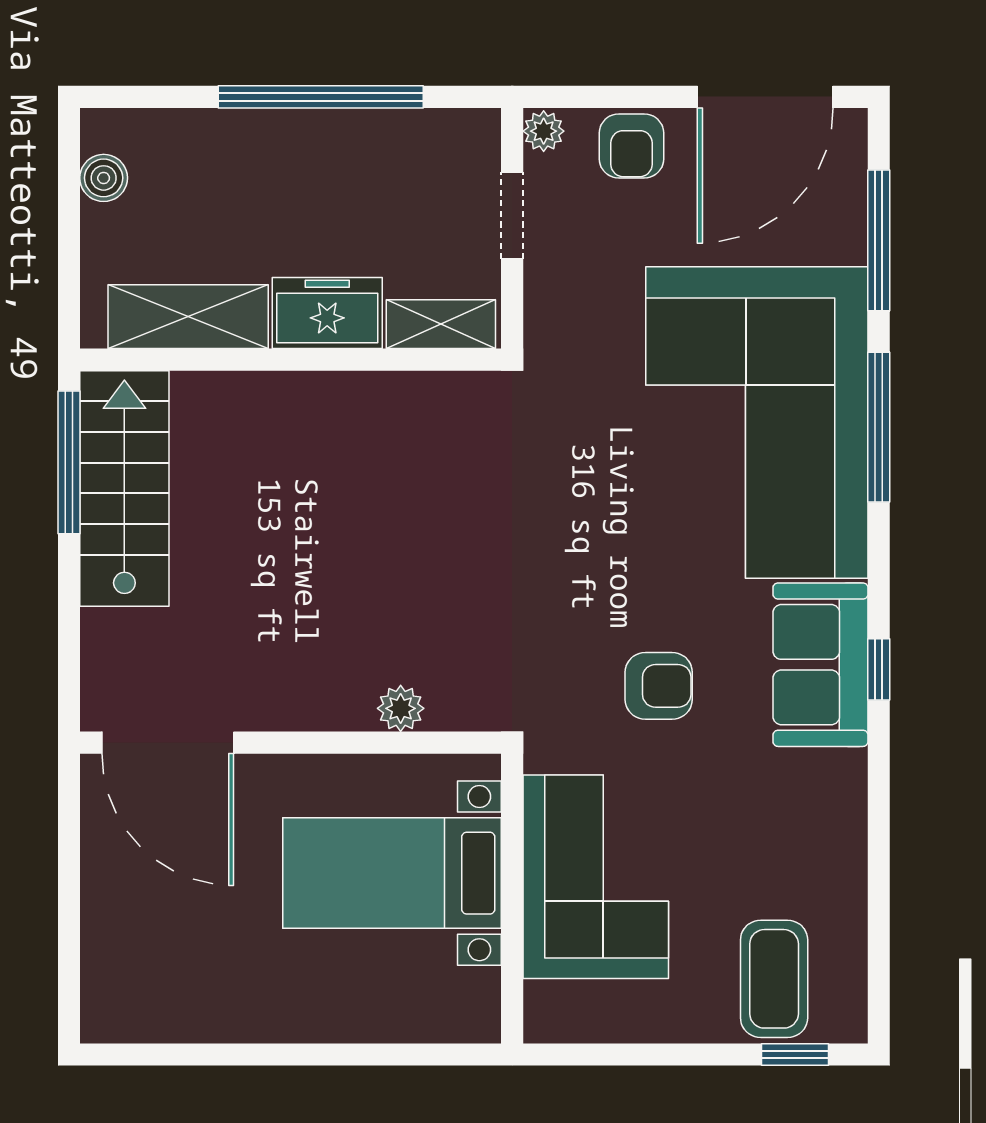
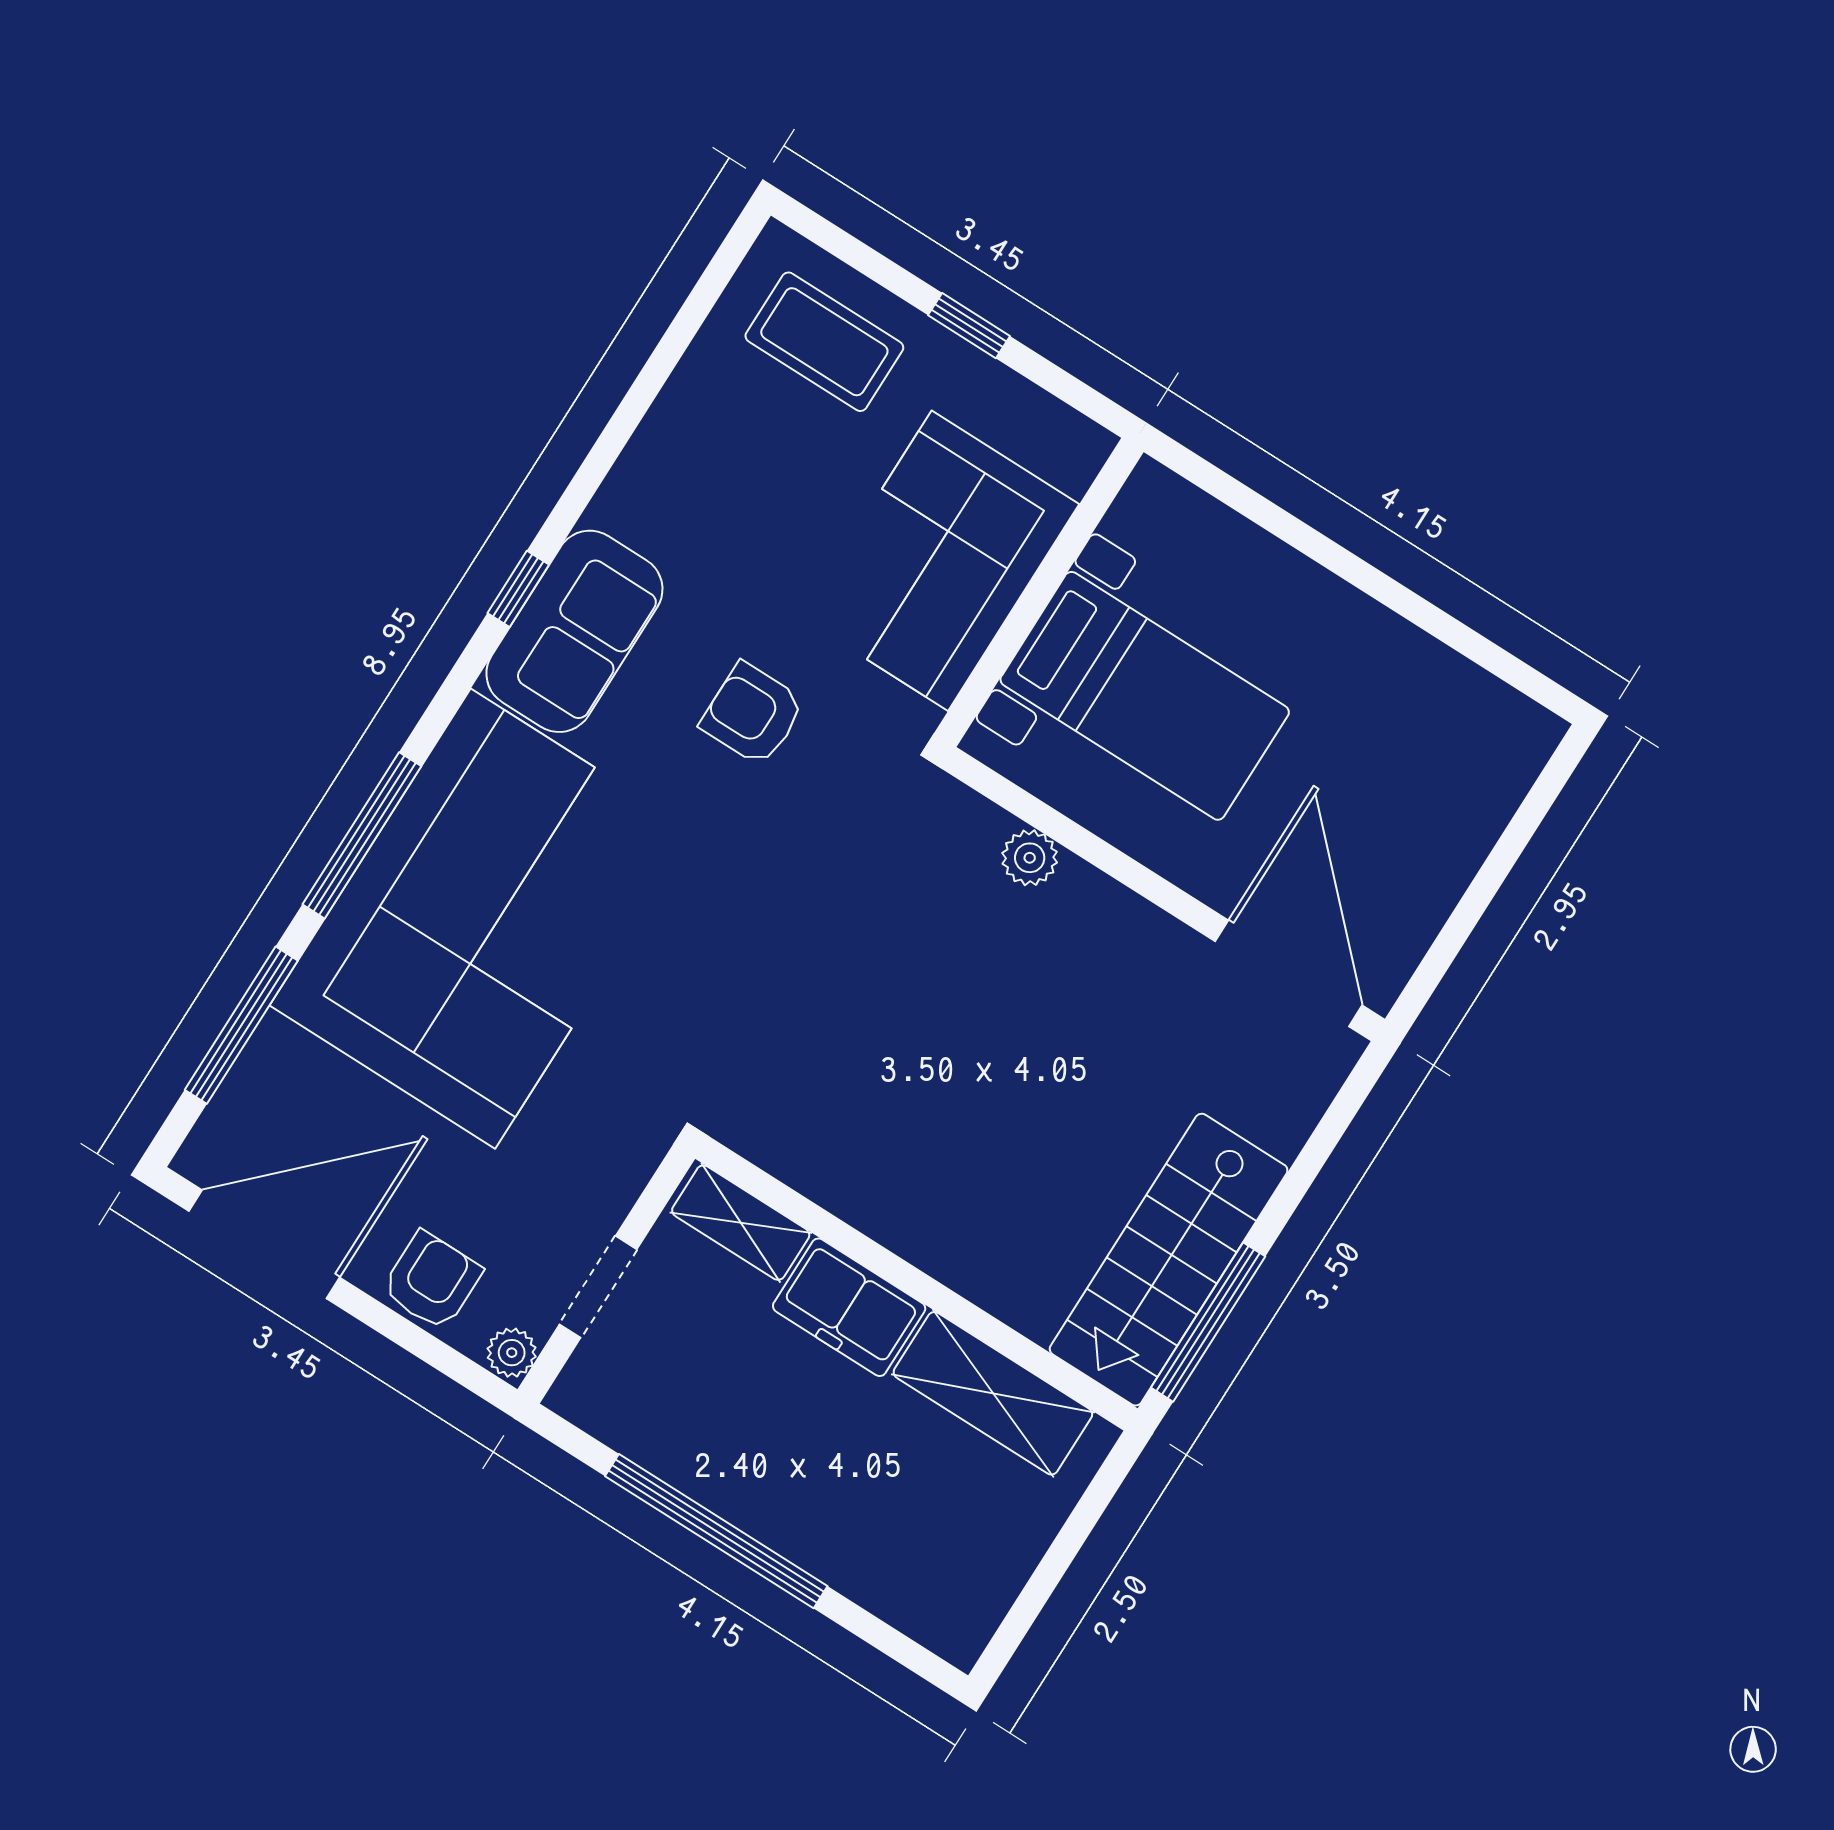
boiler: (104, 178) -> (989, 1589), removed
coffee table: (774, 979) -> (824, 342), turned 90
window: (795, 1054) -> (969, 326), moved

